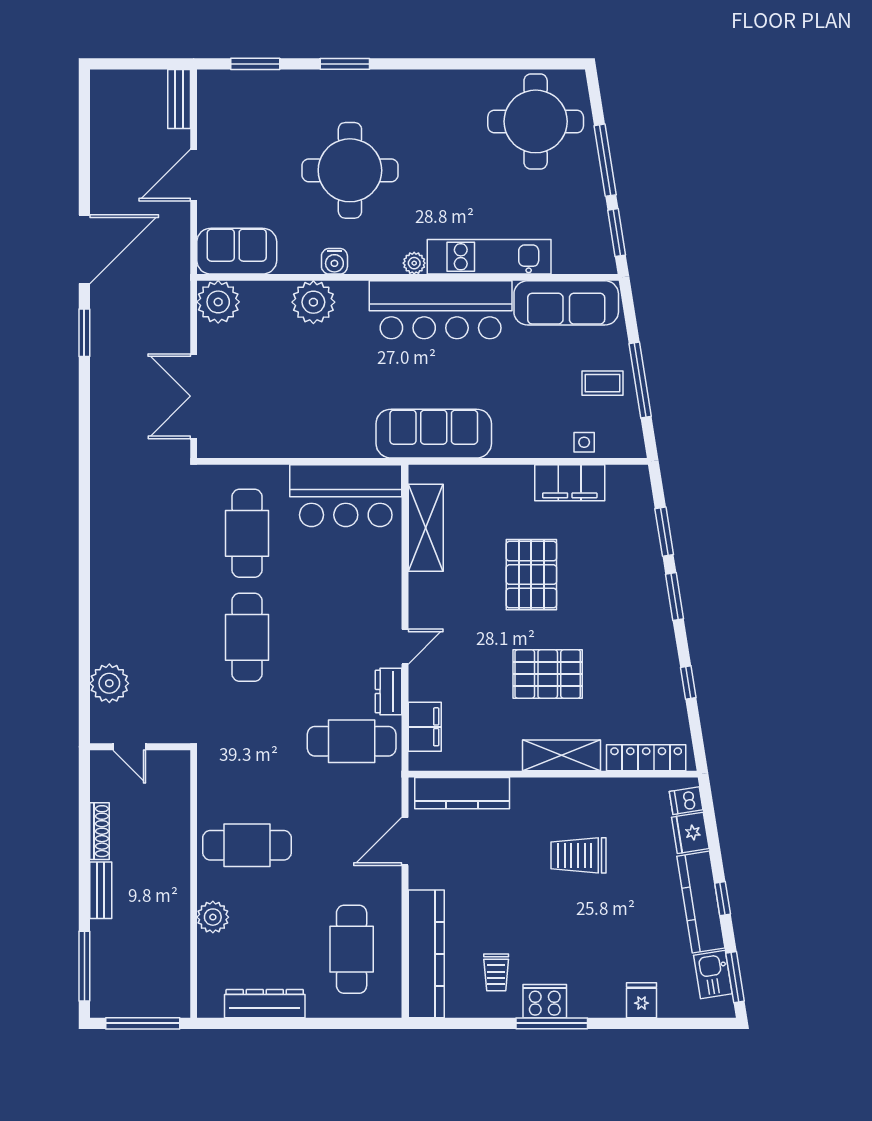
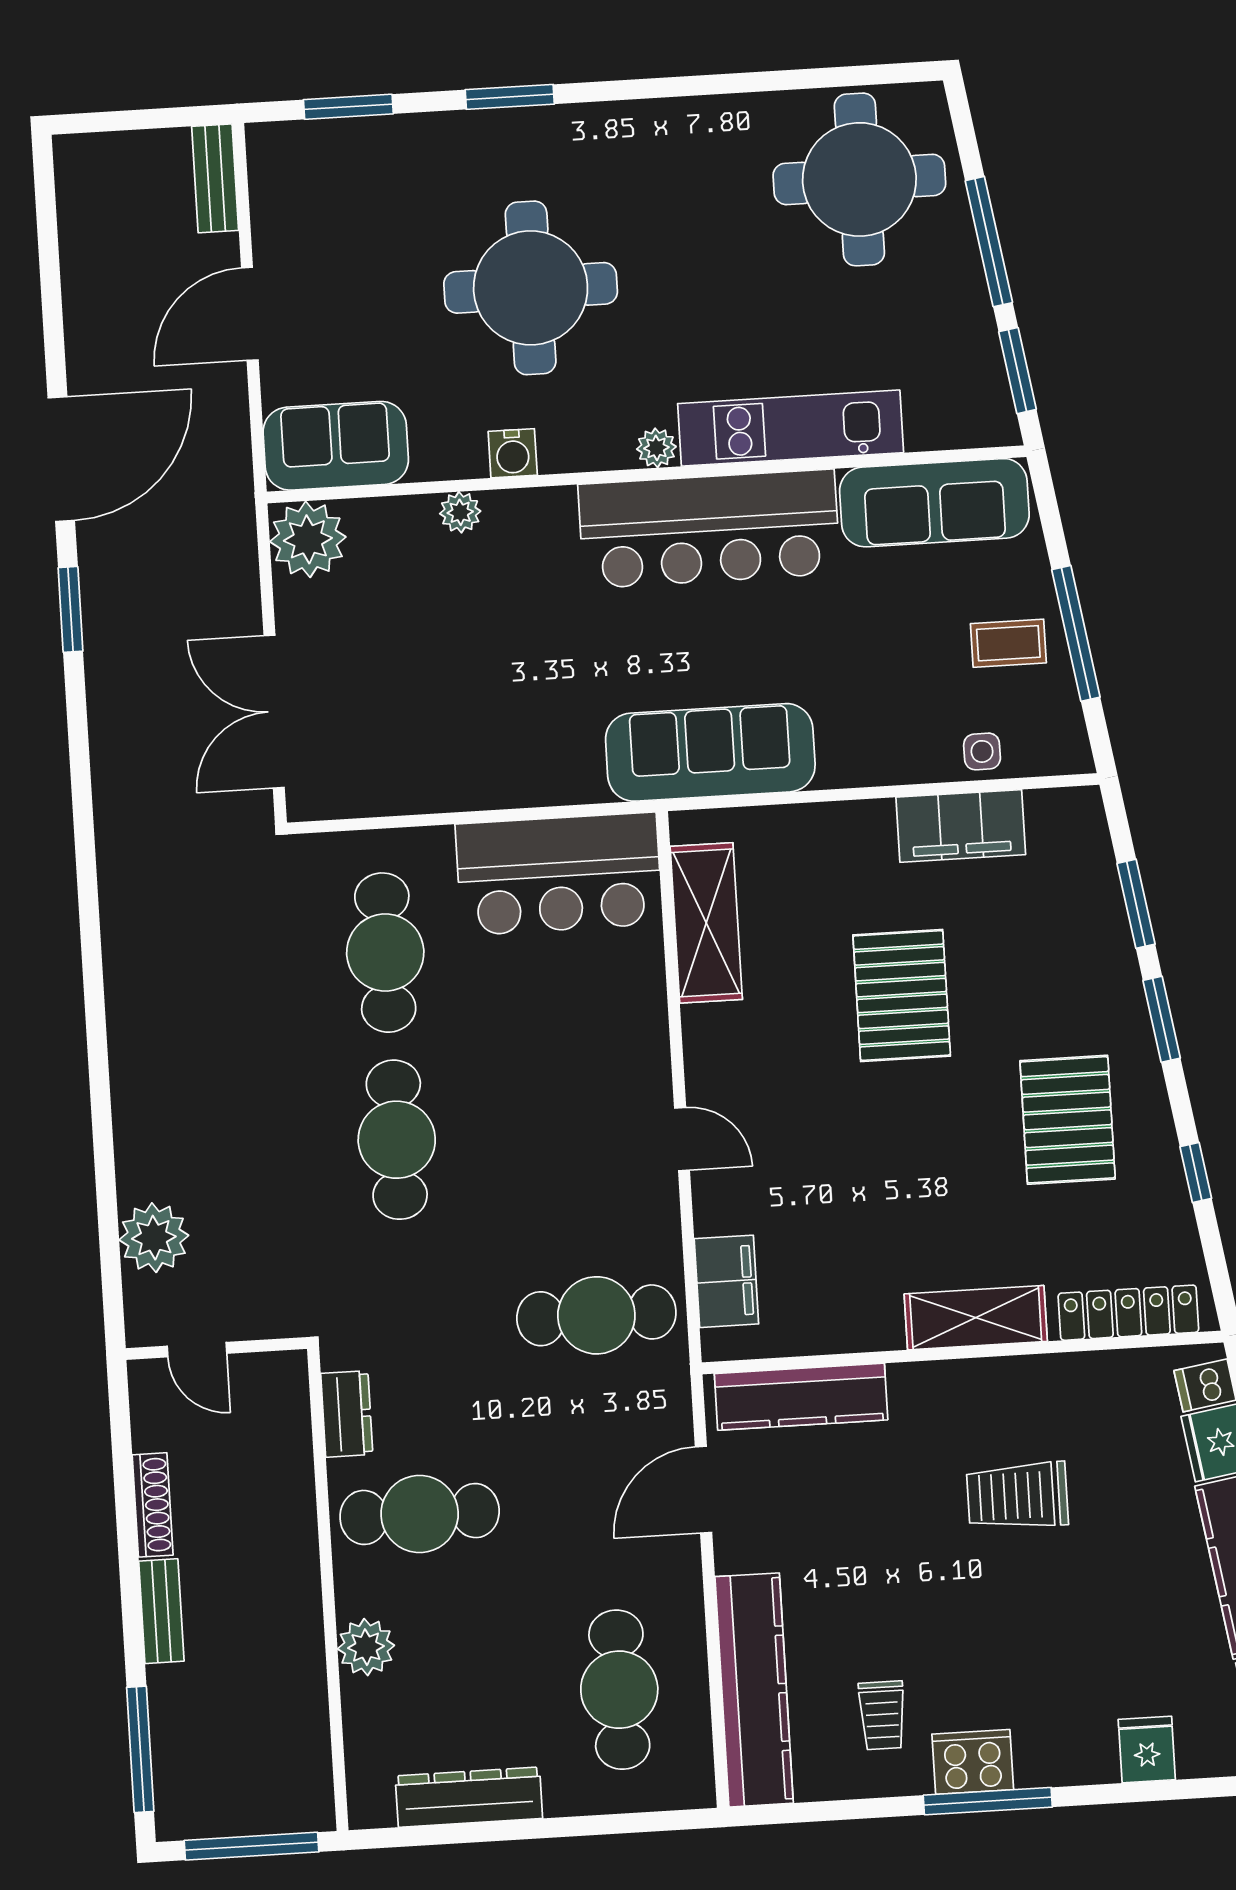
plant: (313, 302) -> (460, 512), width x0.53, depth x0.53
door: (405, 647) -> (682, 1139), hinge flipped
pallet: (548, 674) -> (1068, 1120), moved, turned 90
dresser: (389, 691) -> (347, 1414), moved, turned 180

